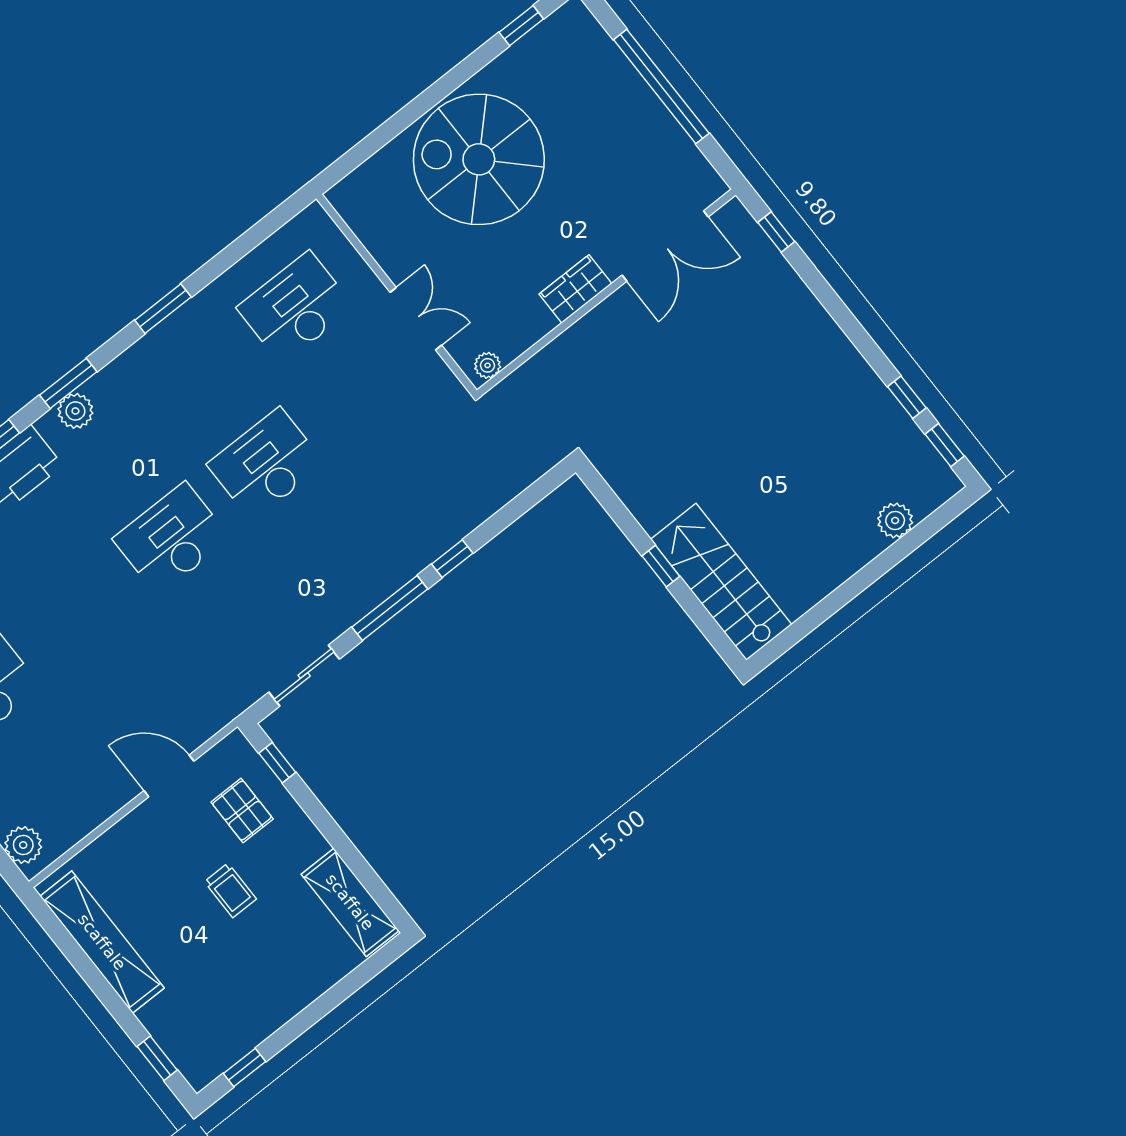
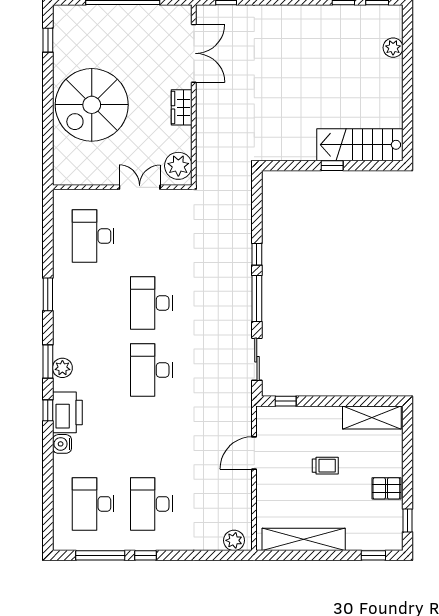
plant: (488, 365) -> (178, 166), width x1.88, depth x1.88
pallet: (242, 810) -> (386, 488), moved

